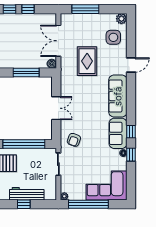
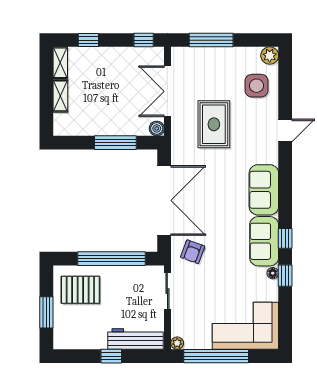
window: (28, 9) -> (144, 40), moved
sofa: (118, 96) -> (264, 190), width x0.73
double door: (56, 108) -> (164, 200), width x1.87
workbench: (27, 194) -> (136, 339), moved

